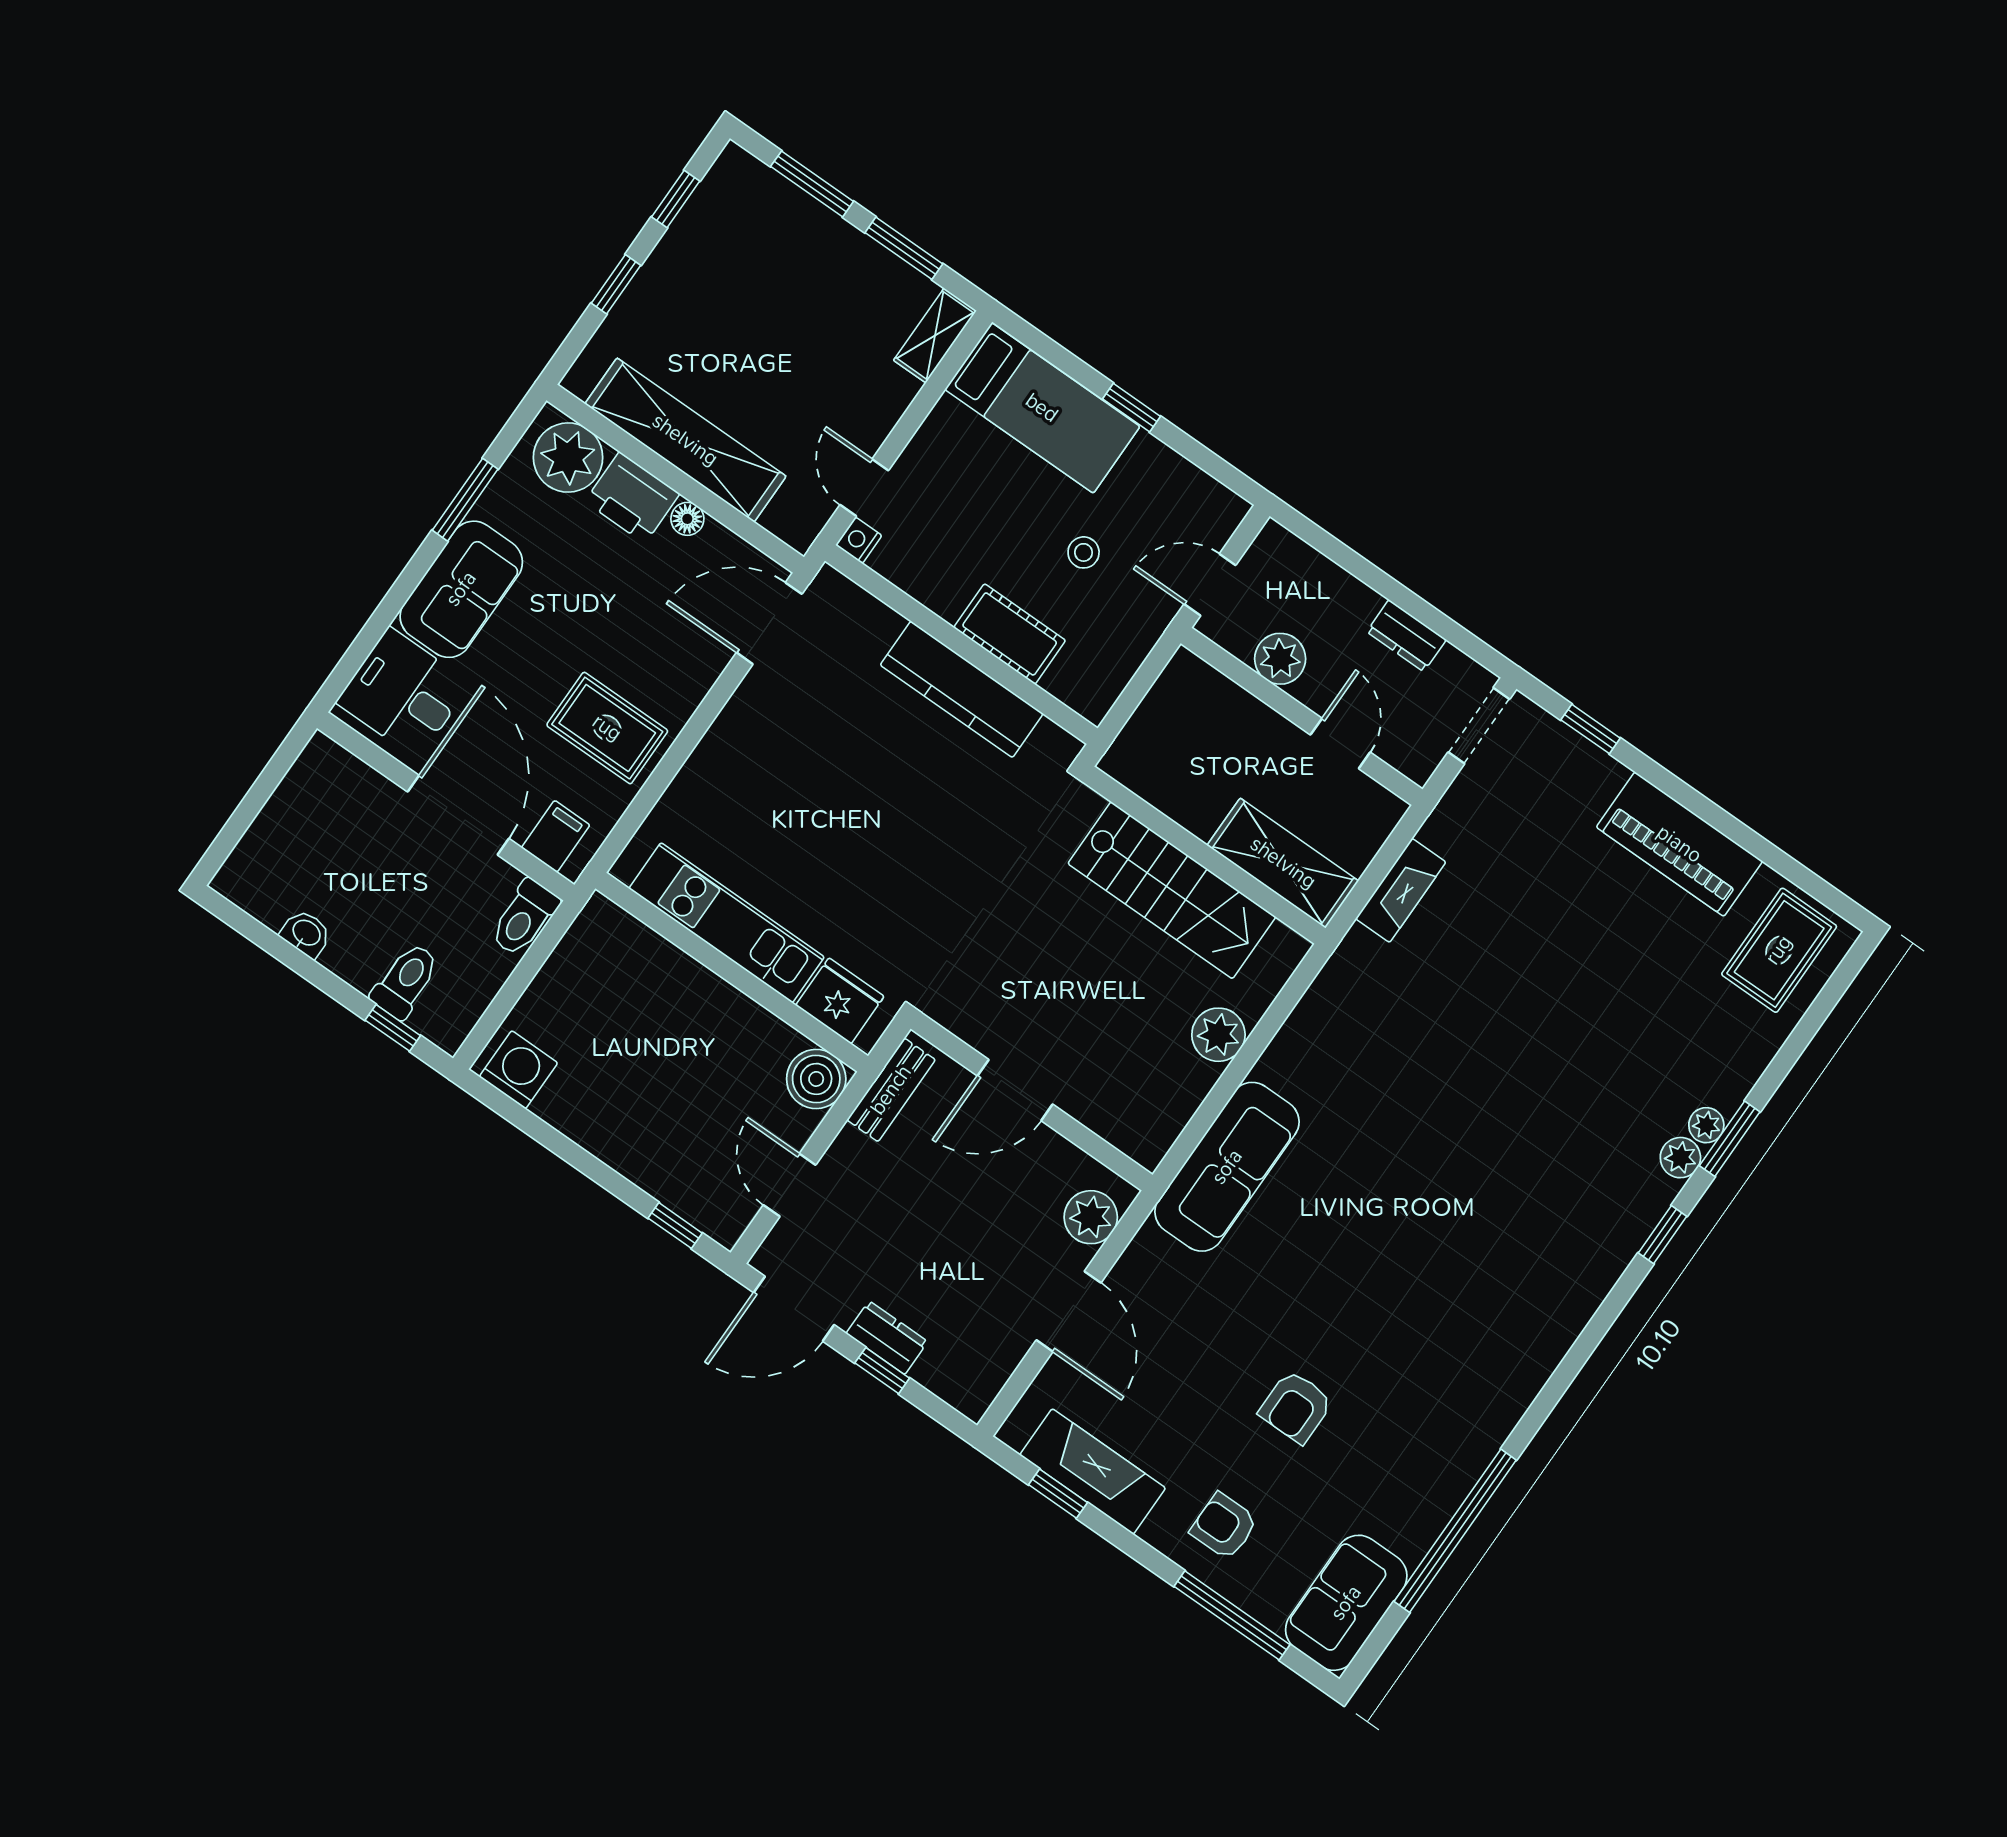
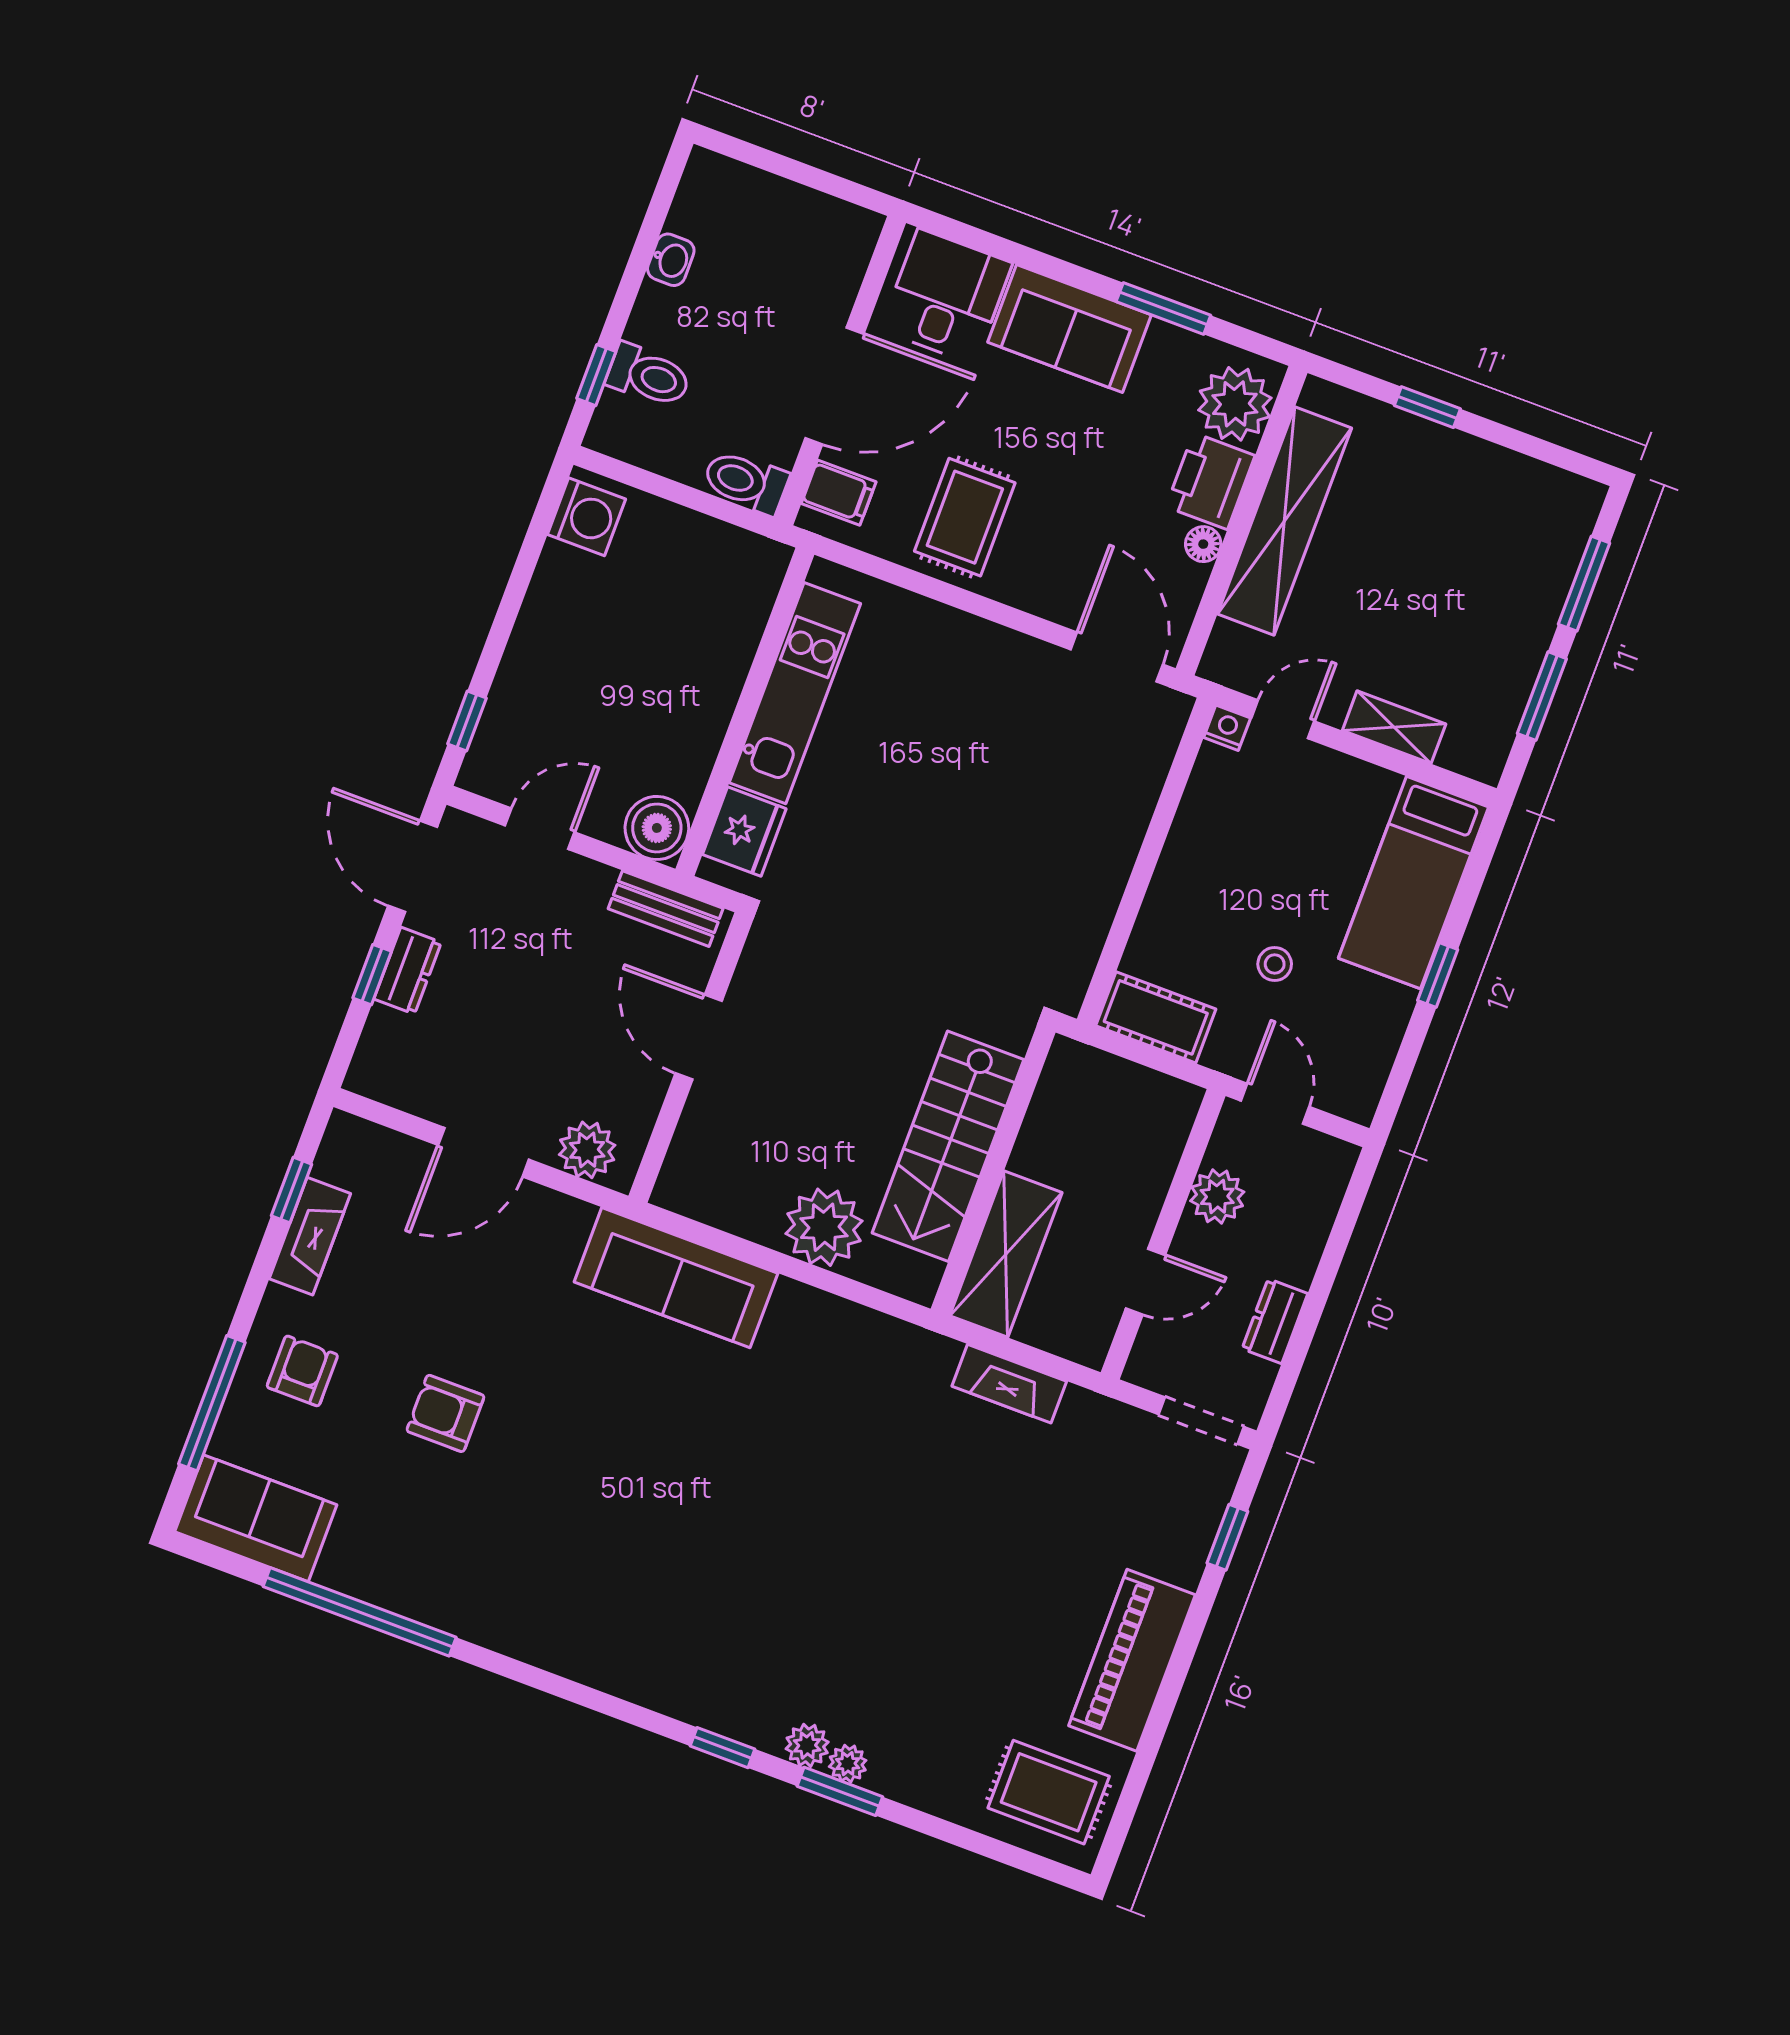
window: (676, 199) -> (1532, 446), removed
shelving: (935, 335) -> (1394, 727), moved
cot: (1010, 634) -> (1156, 1017), moved, turned 90
kitchen counter: (962, 689) -> (1100, 874), removed
plant: (1218, 1035) -> (824, 1227), width x1.36, depth x1.36
fireplace: (1093, 1472) -> (310, 1236), width x0.73, depth x0.76

